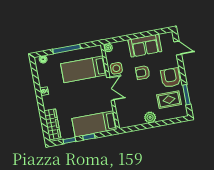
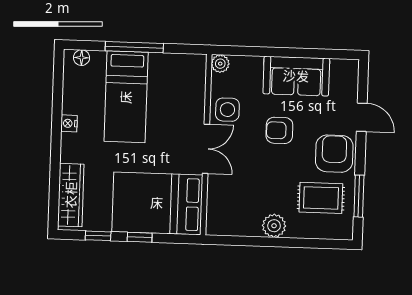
door: (178, 48) -> (362, 117), moved
bed: (84, 69) -> (126, 97), moved, turned -90
bed: (94, 124) -> (157, 203), width x1.50

